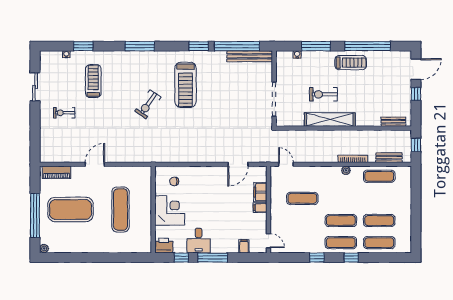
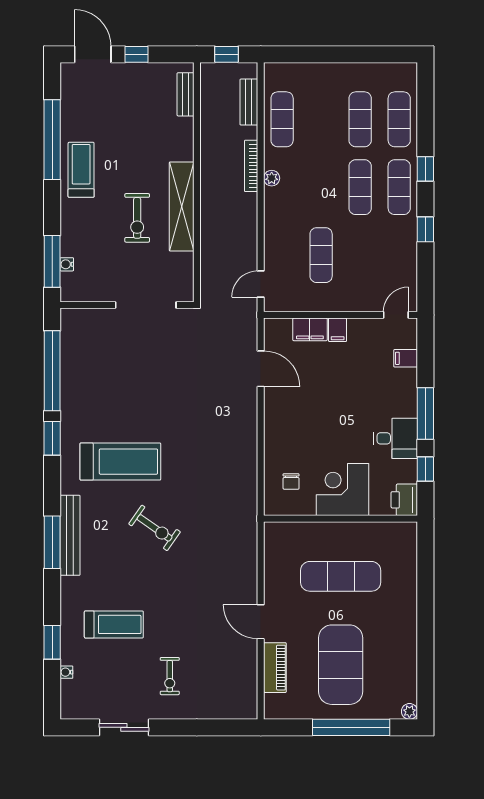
window: (316, 46) -> (52, 261), moved
bench: (250, 56) -> (70, 535), moved
treadmill: (93, 81) -> (114, 624), turned 180
piano: (56, 172) -> (275, 668), moved

